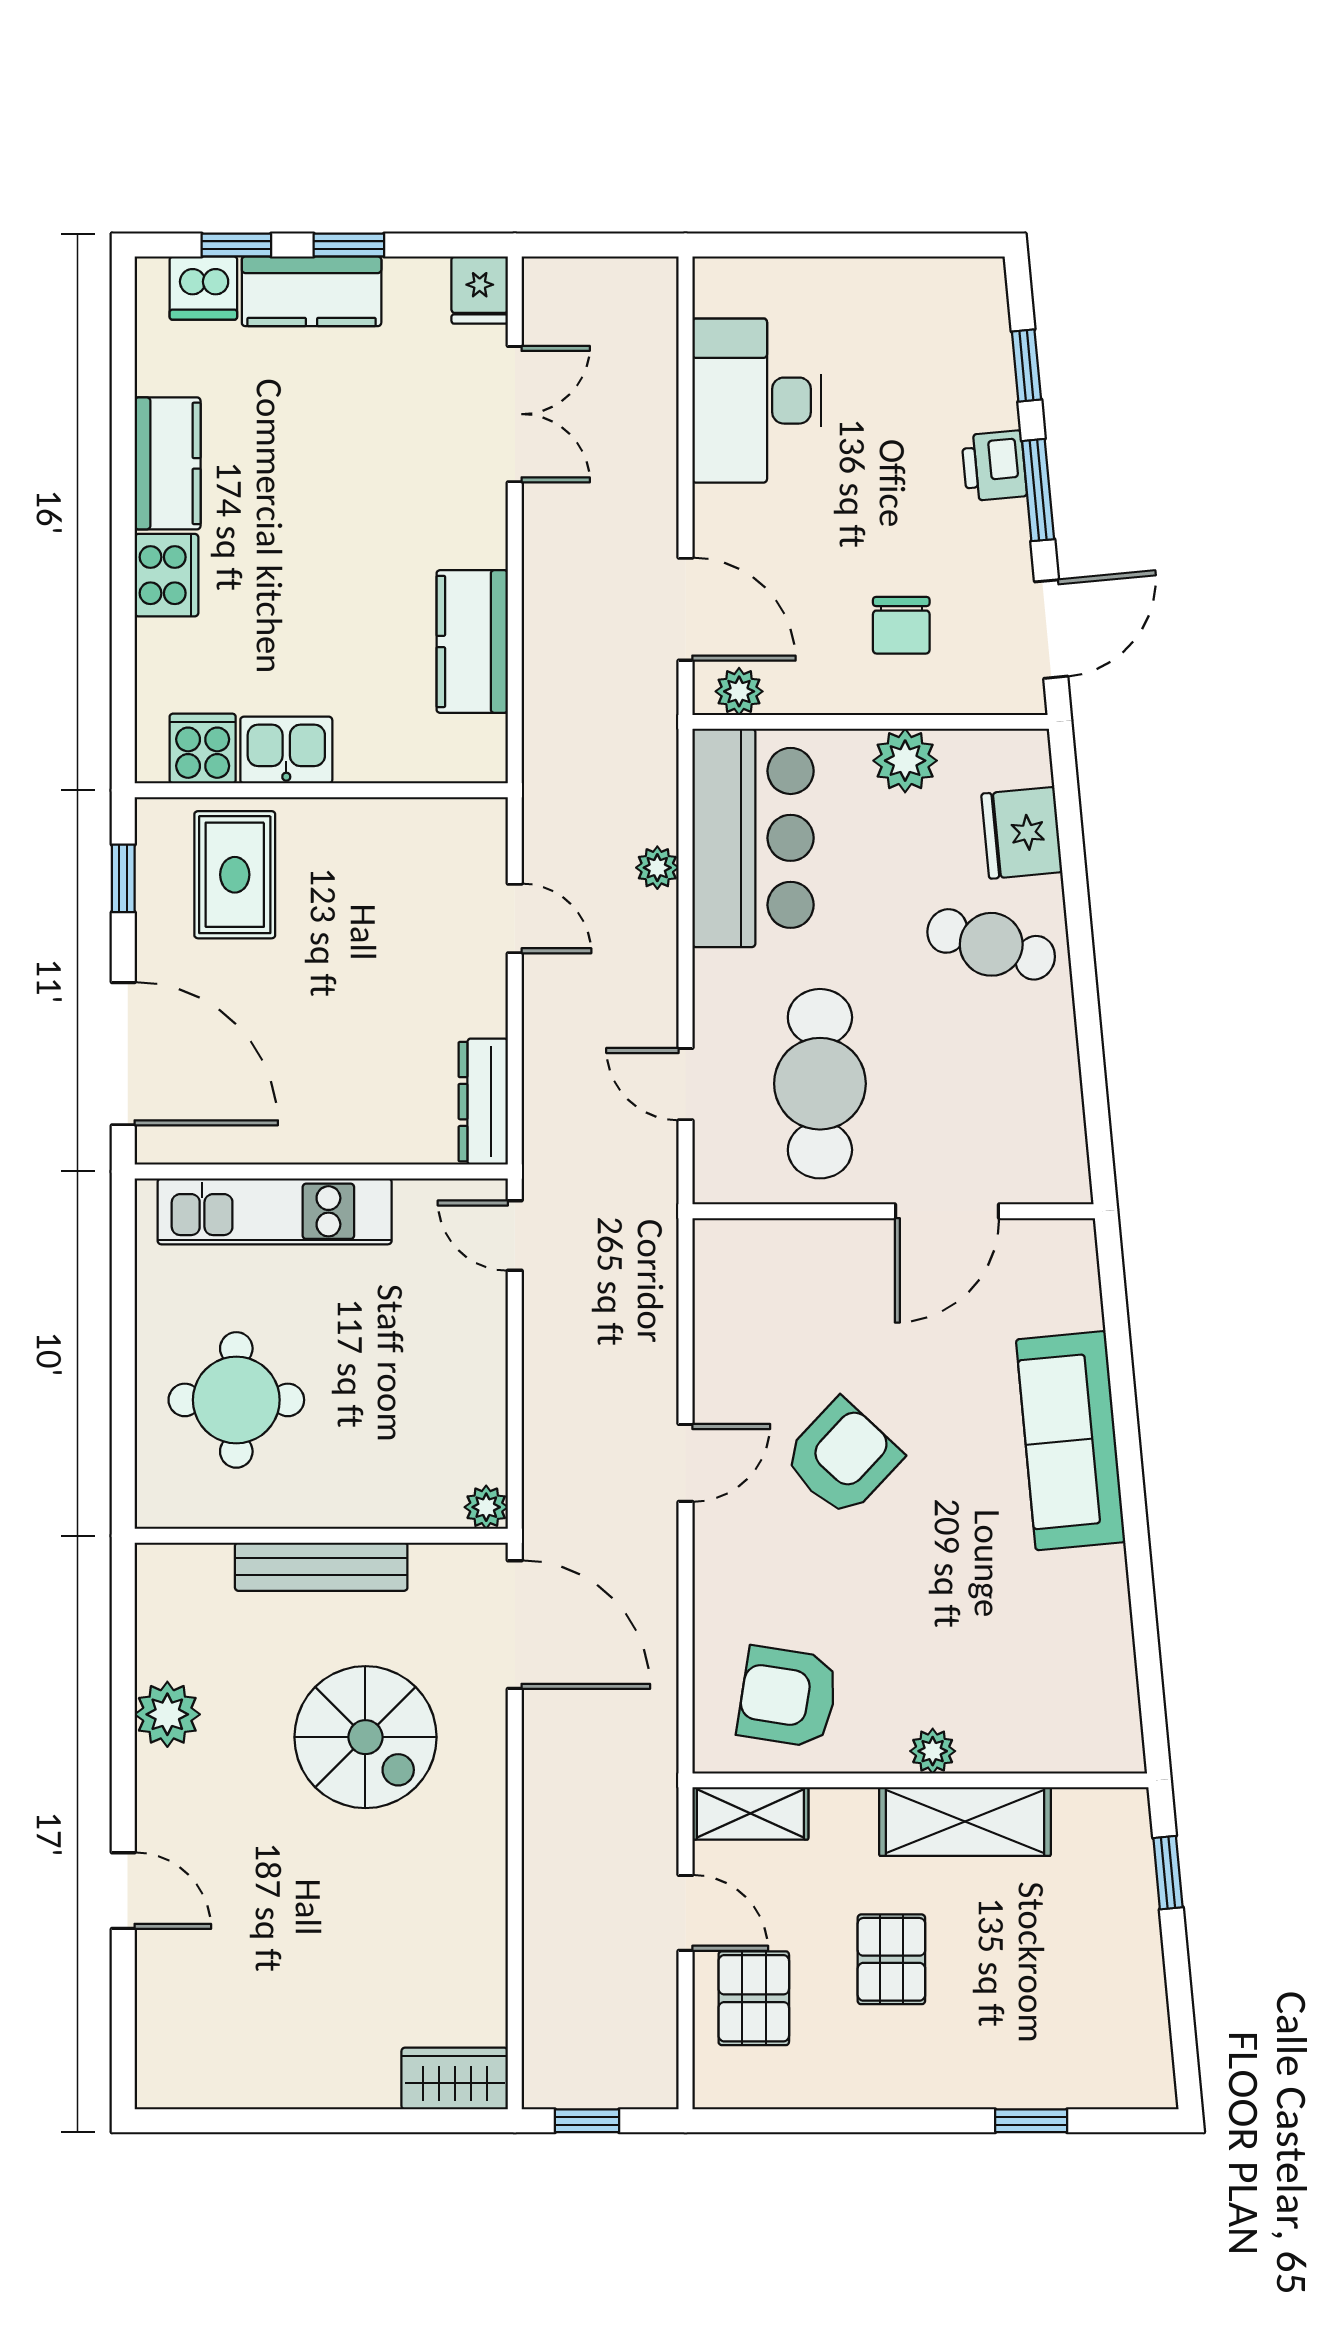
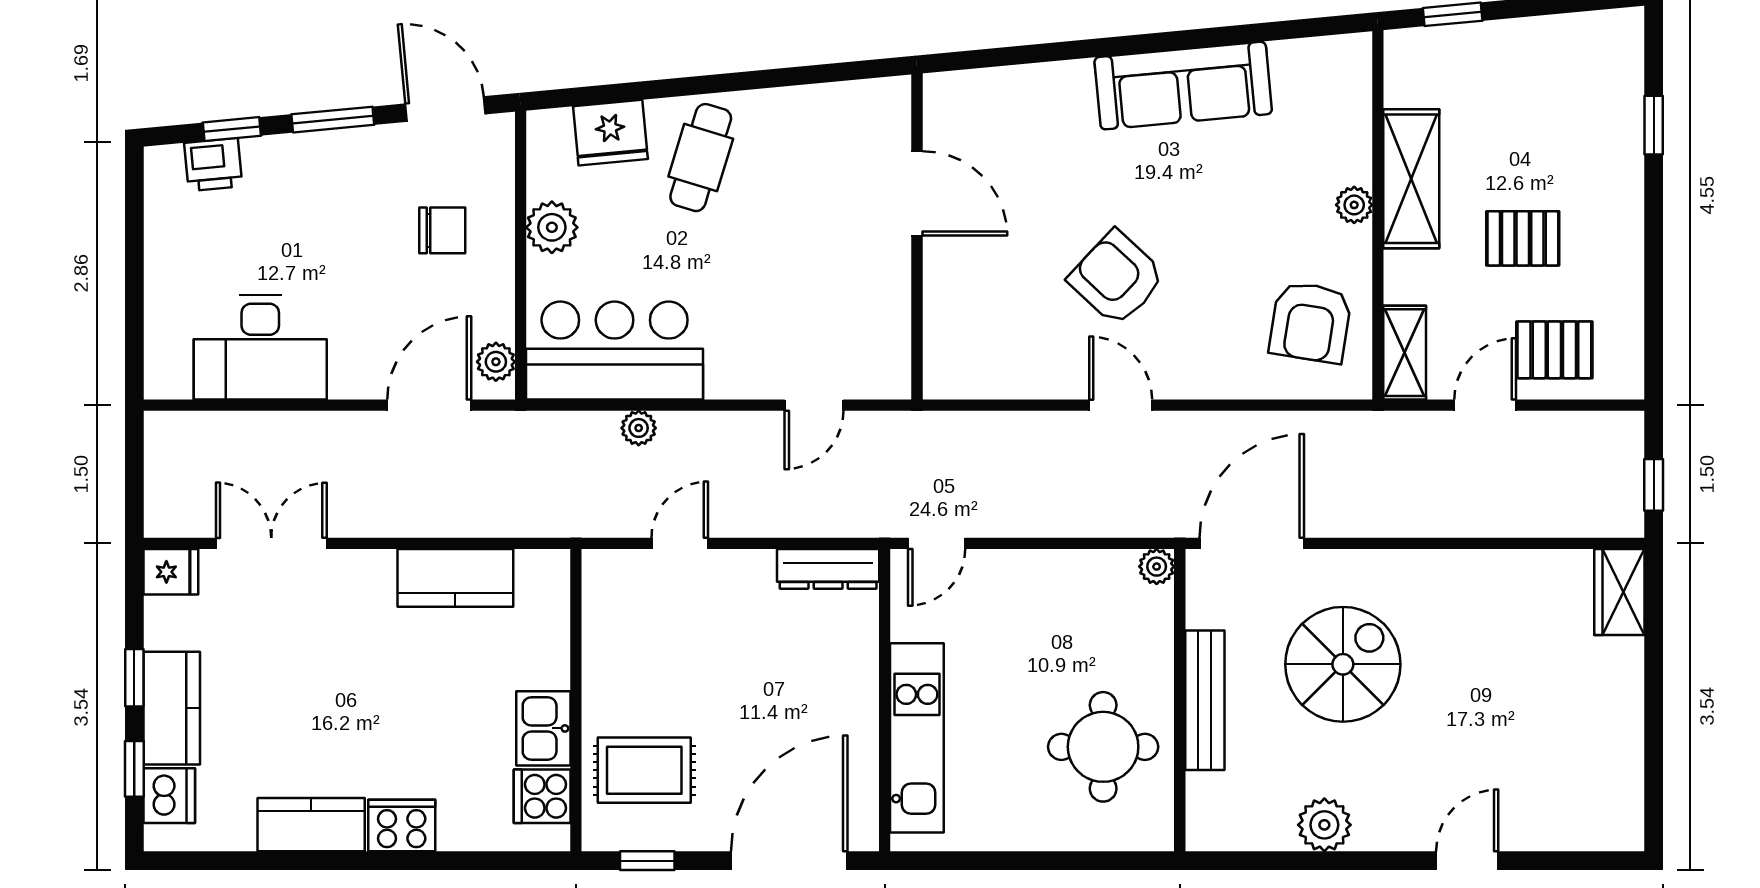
printer: (994, 466) -> (213, 165), moved
cafe table: (820, 1084) -> (814, 296), removed
round table: (236, 1400) -> (1103, 747), moved
sofa: (1071, 1441) -> (1183, 86), moved

